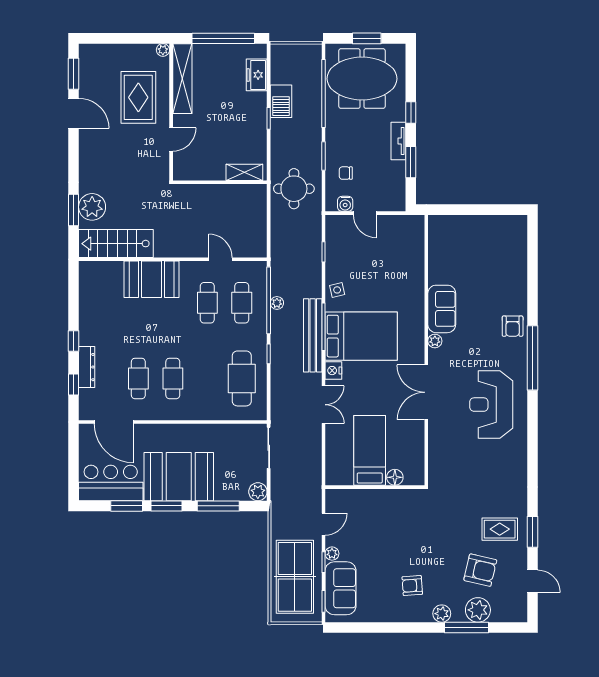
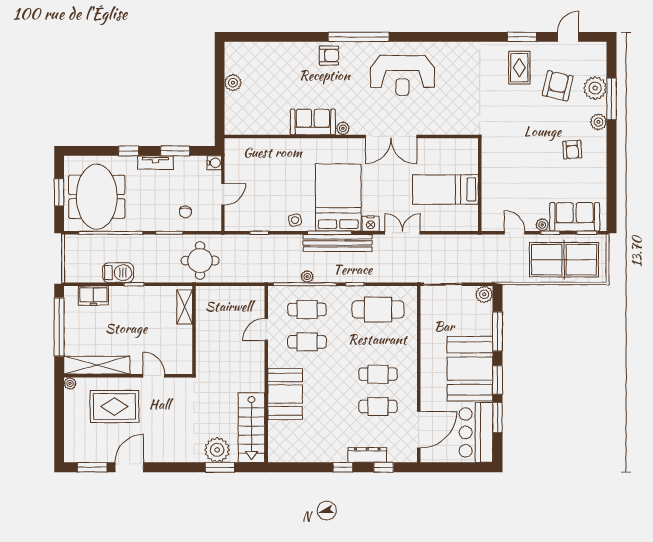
water cooler: (345, 204) -> (214, 163), moved
plant: (484, 224) -> (233, 83), added
floor lamp: (395, 477) -> (471, 166), removed

